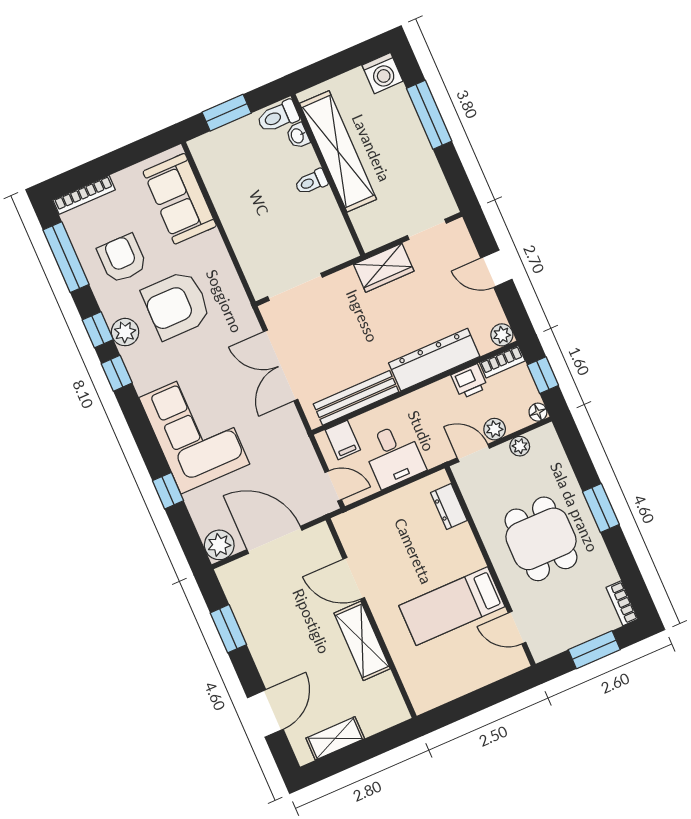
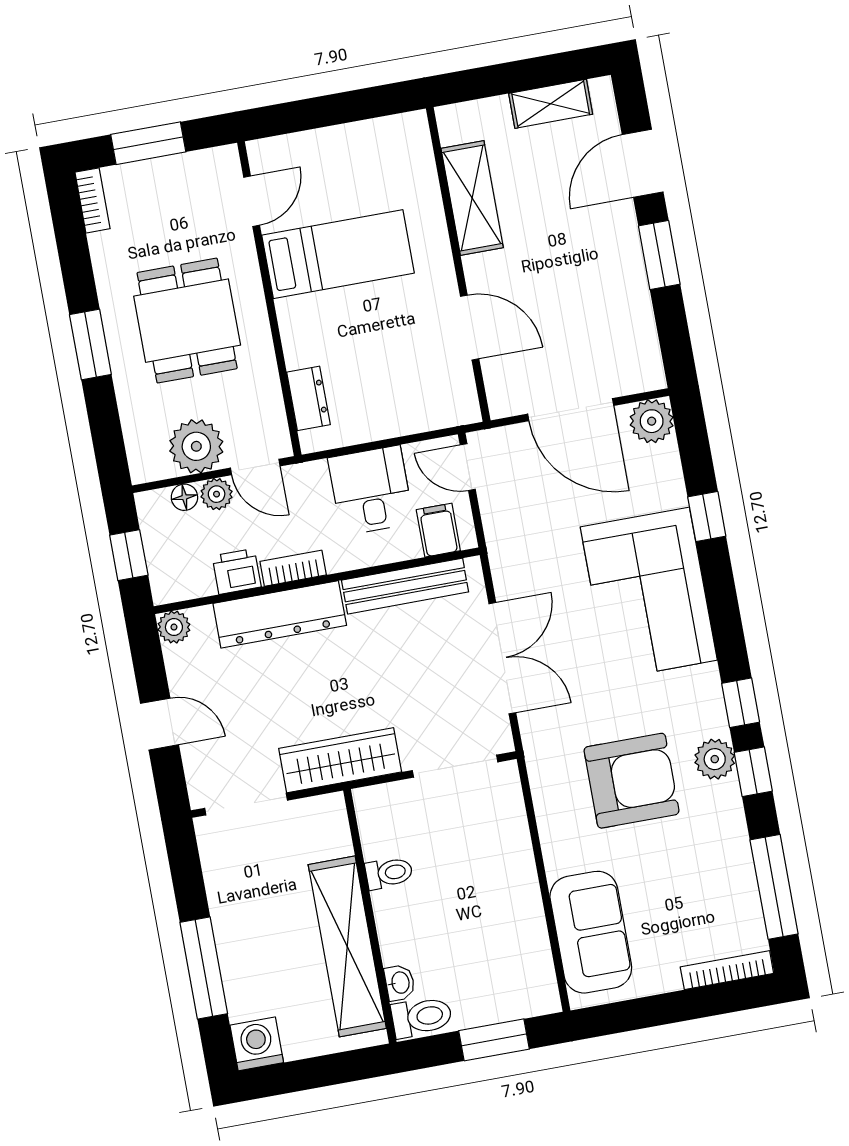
toilet: (311, 182) -> (389, 873), moved
doorway: (427, 229) -> (246, 804), width x1.38
armchair: (122, 259) -> (694, 866), removed
wardrobe: (384, 268) -> (340, 760), width x1.50
bookcase: (502, 362) -> (293, 568), moved
floor lamp: (538, 412) -> (184, 497), moved
plant: (520, 446) -> (196, 446), width x1.88, depth x1.88
door: (517, 628) -> (252, 201), hinge flipped
window: (228, 629) -> (659, 255), moved
shelving: (362, 641) -> (472, 198), moved

